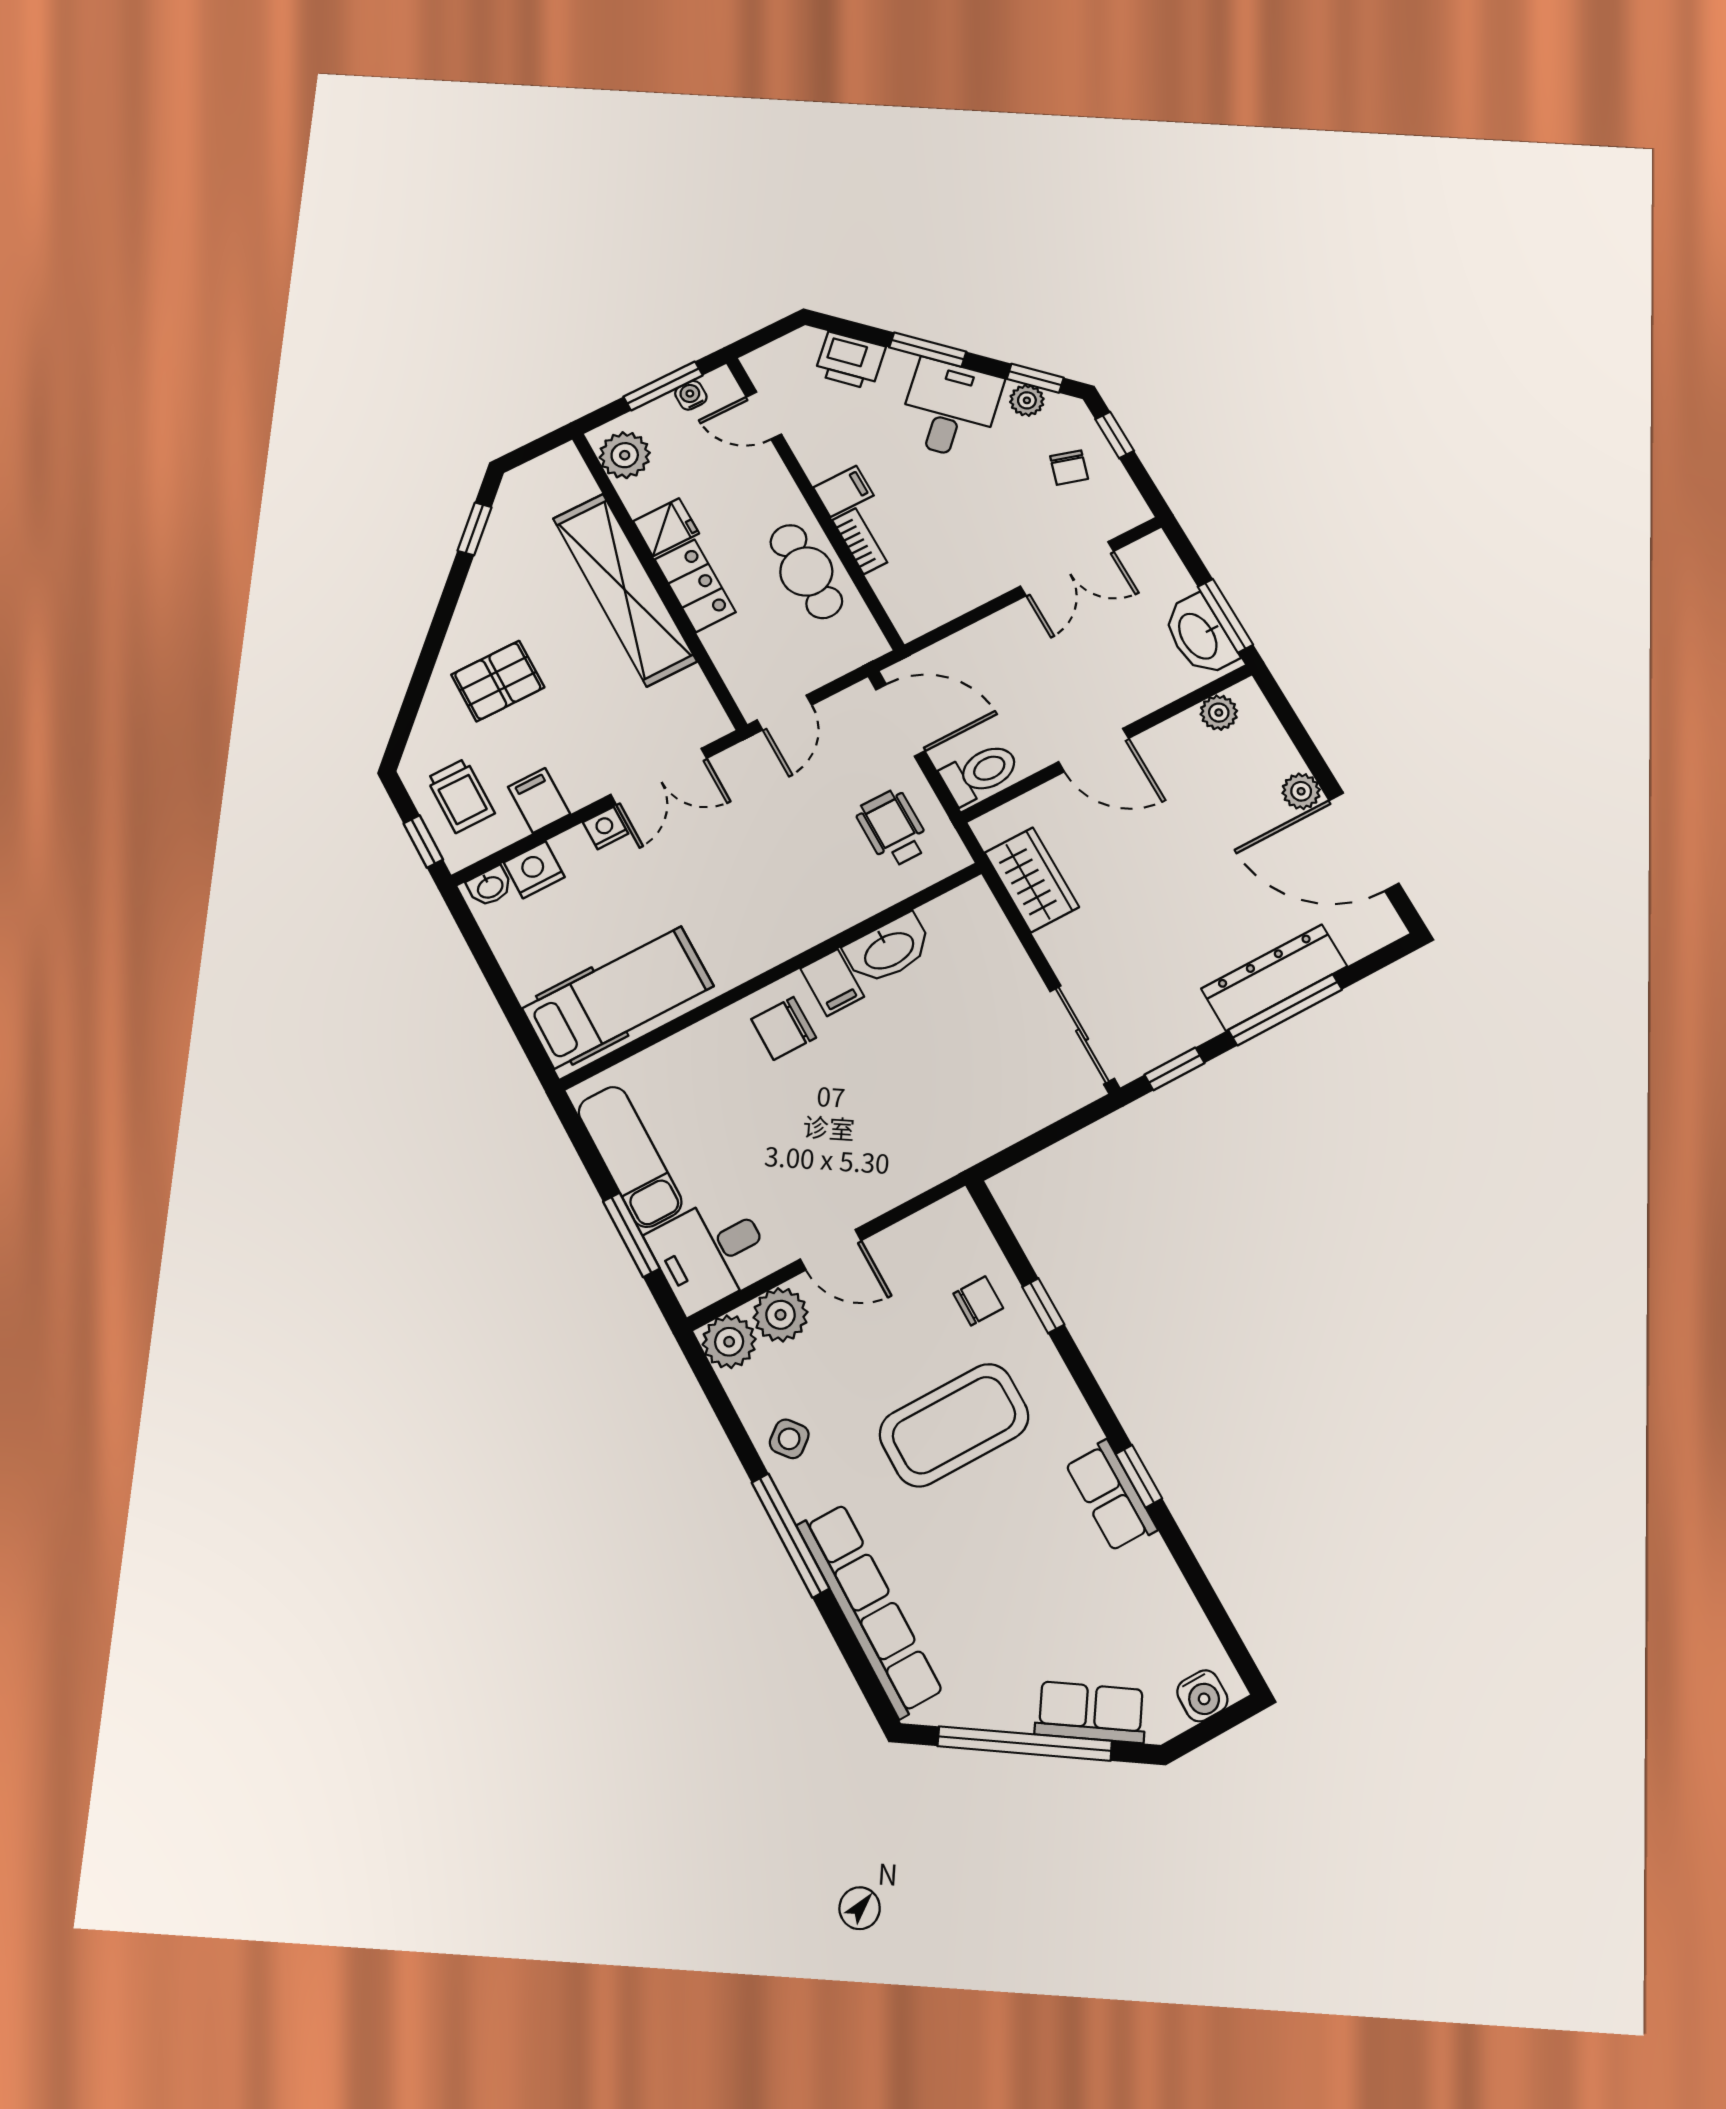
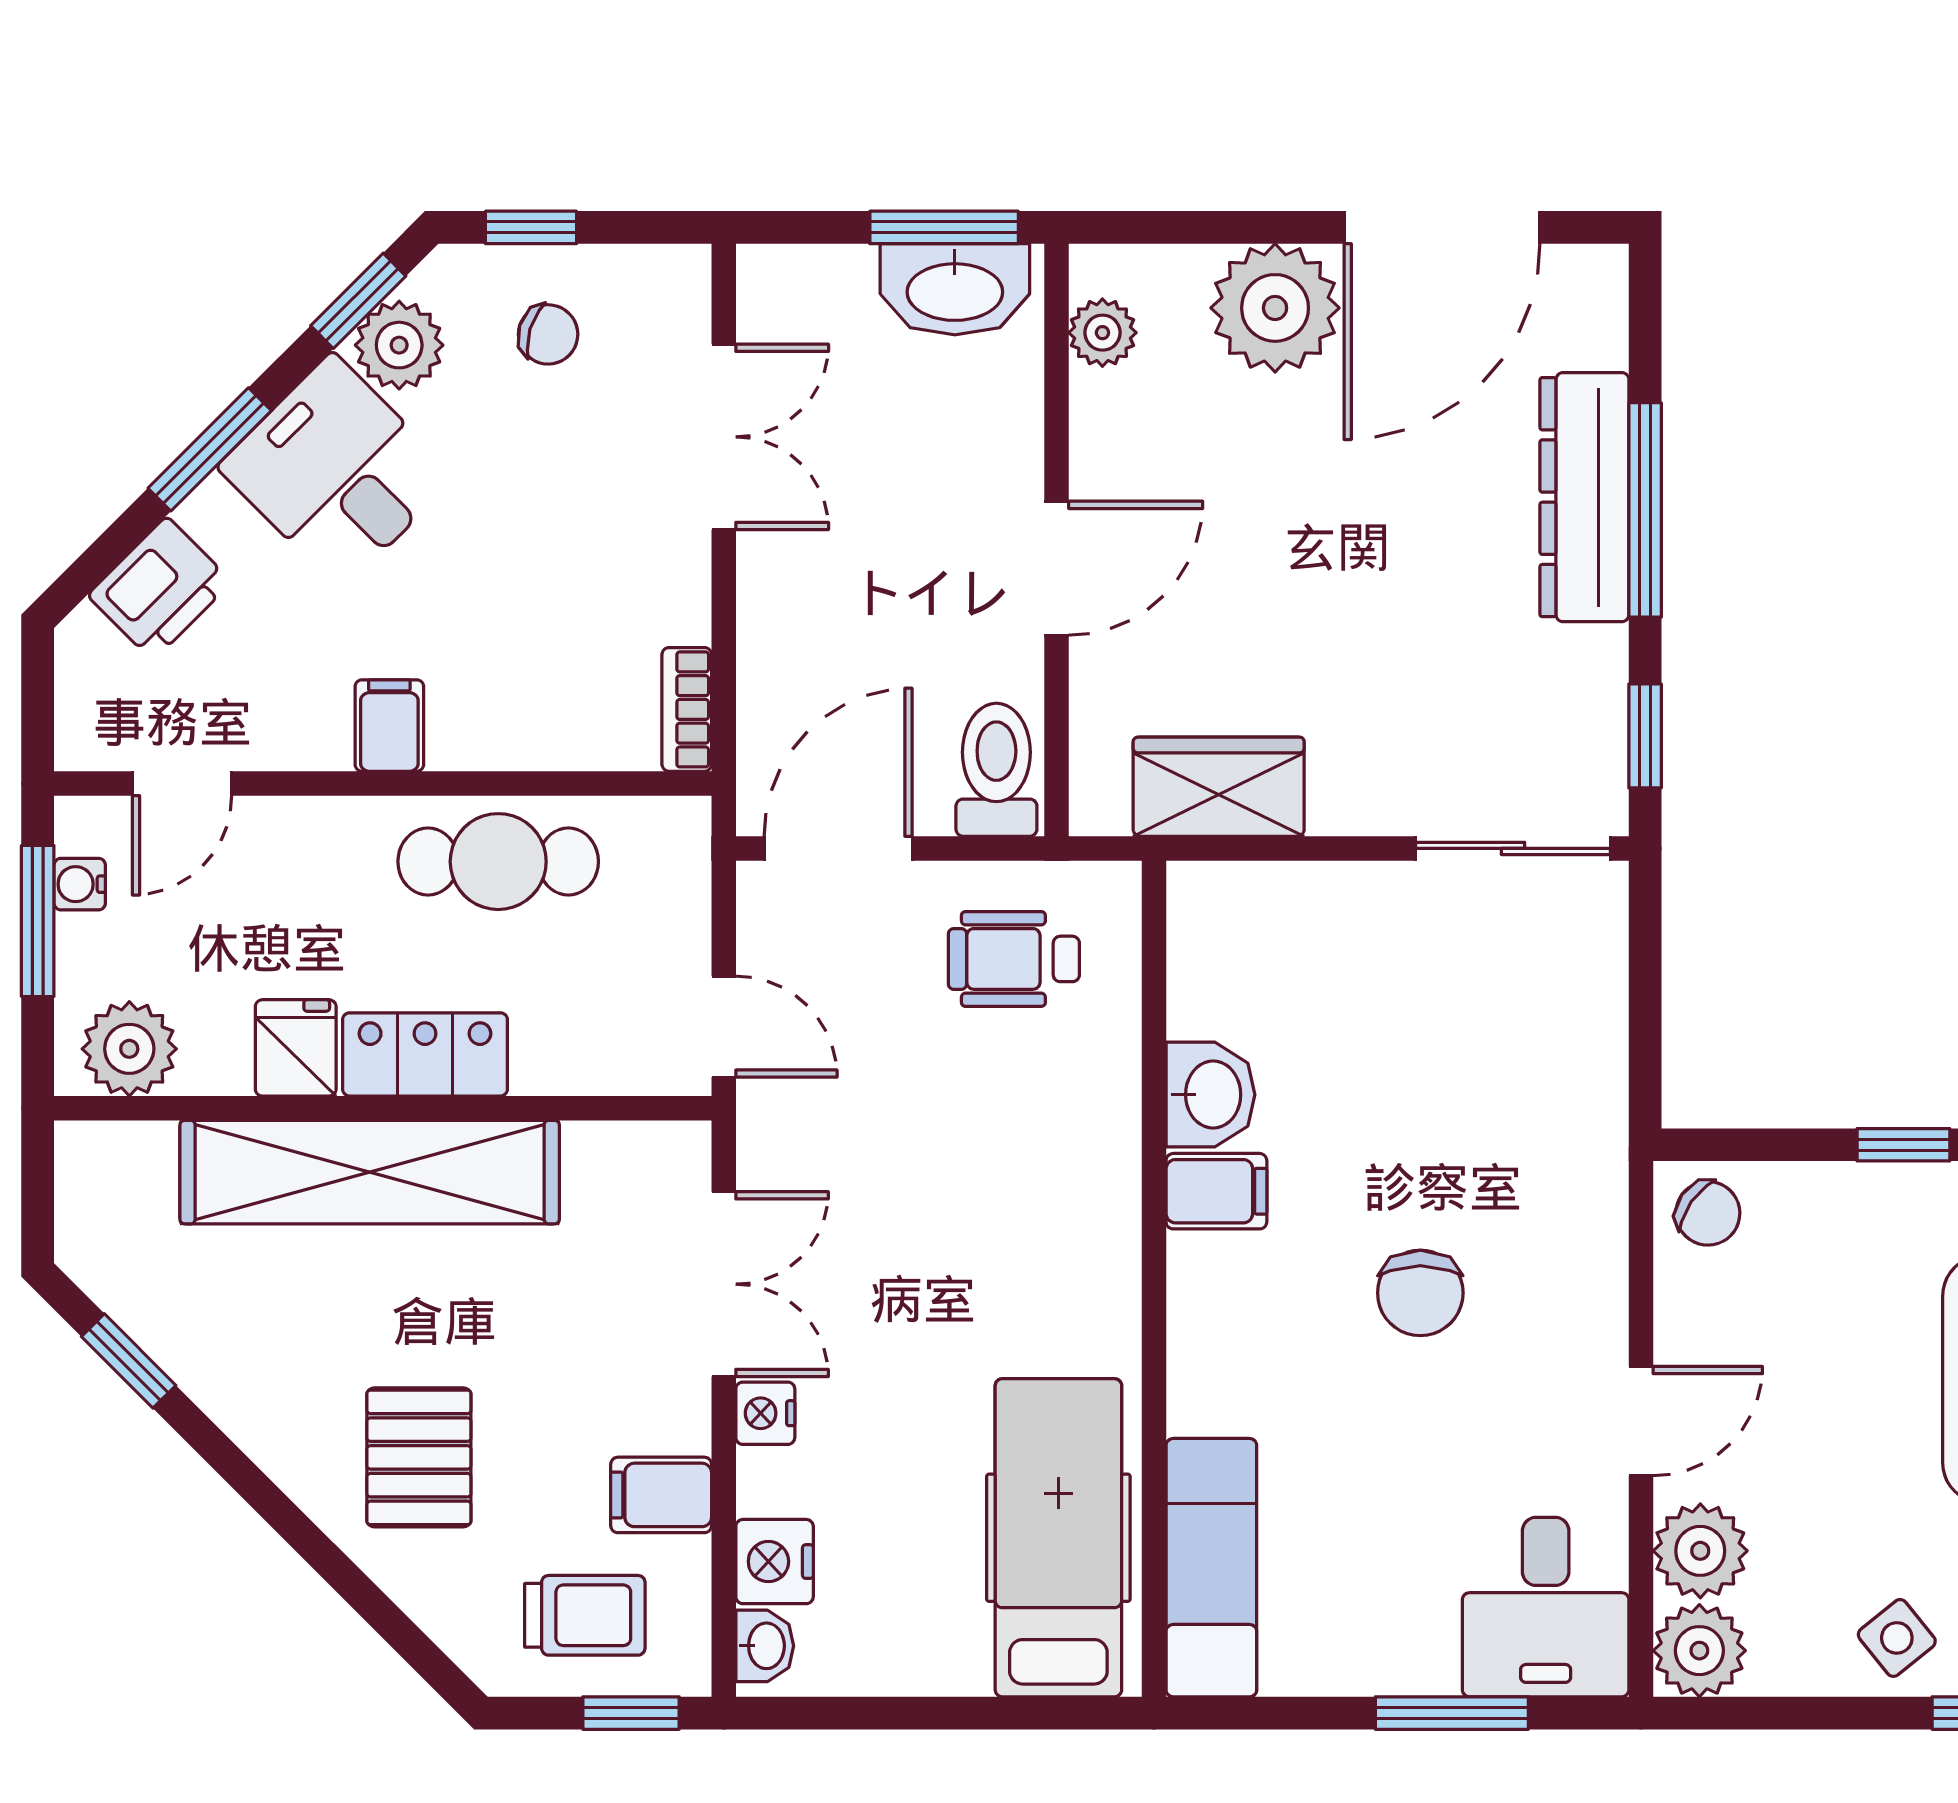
plant: (1027, 400) -> (399, 345), width x1.38, depth x1.38
bookcase: (860, 541) -> (687, 709), moved, turned -90
plant: (1301, 791) -> (1275, 308), width x1.88, depth x1.88
washbasin: (888, 950) -> (1210, 1095), width x0.72
chair: (784, 1028) -> (1420, 1293), moved
exam couch: (630, 1157) -> (1211, 1568), moved, turned 90
chair: (978, 1301) -> (1708, 1213), moved, turned 125

